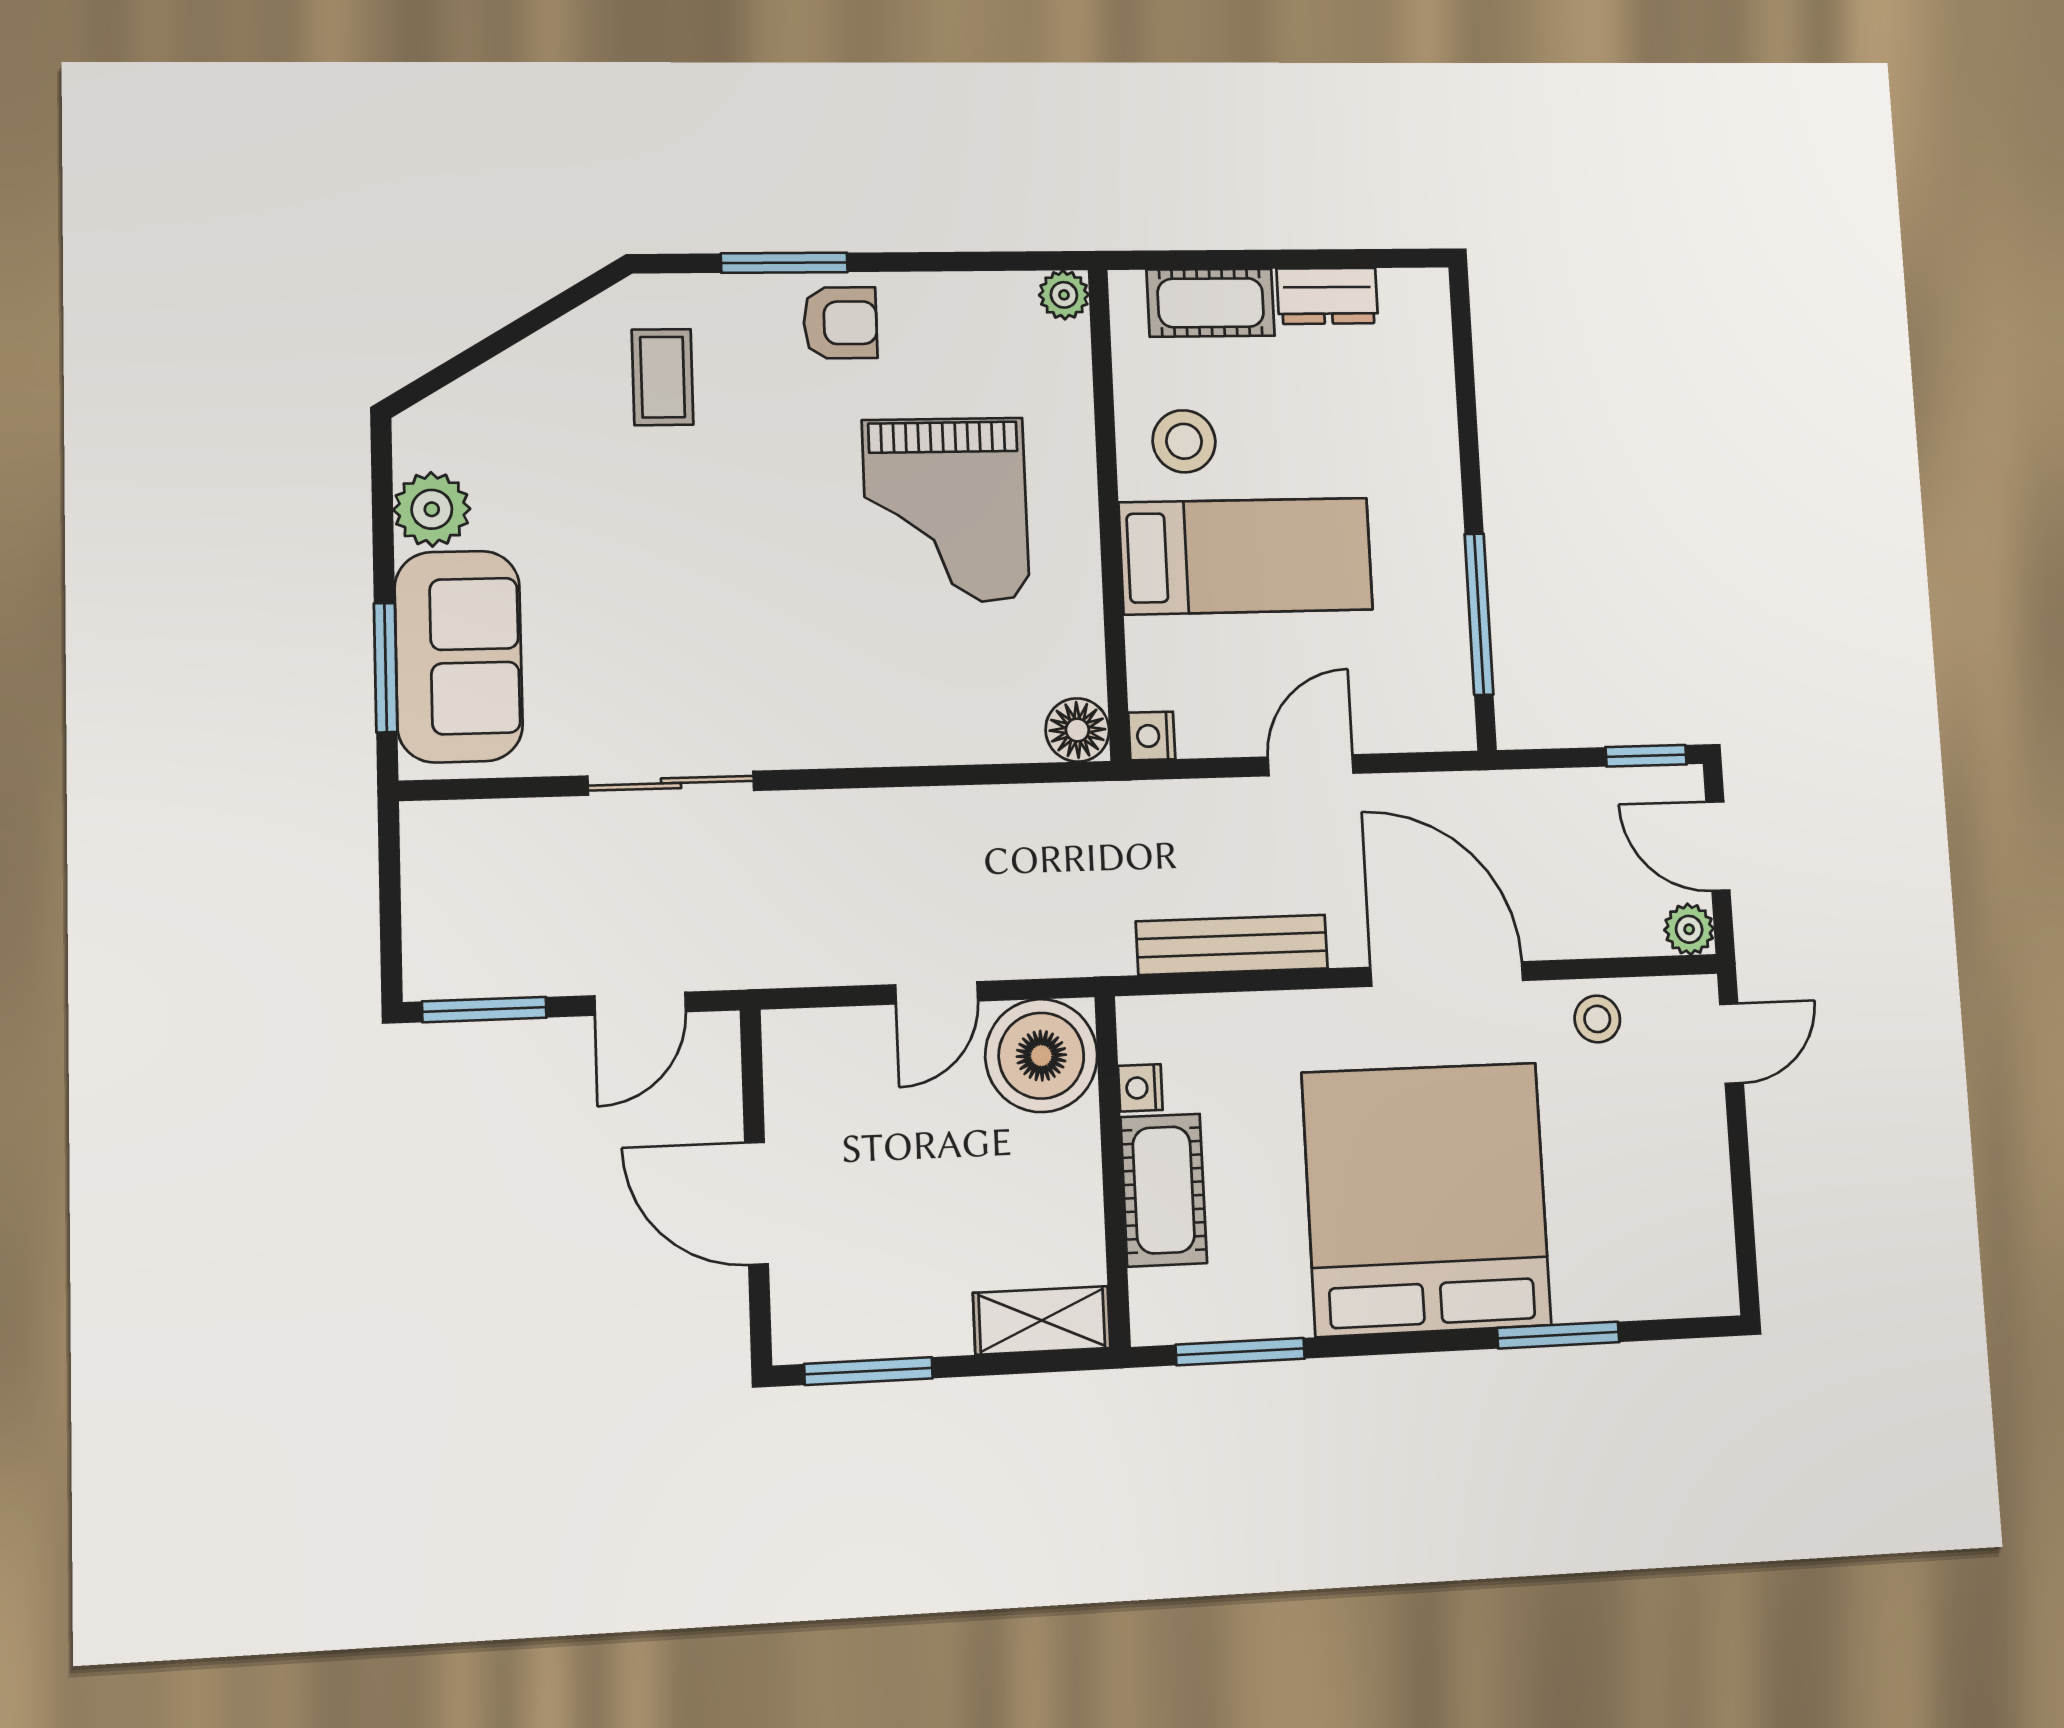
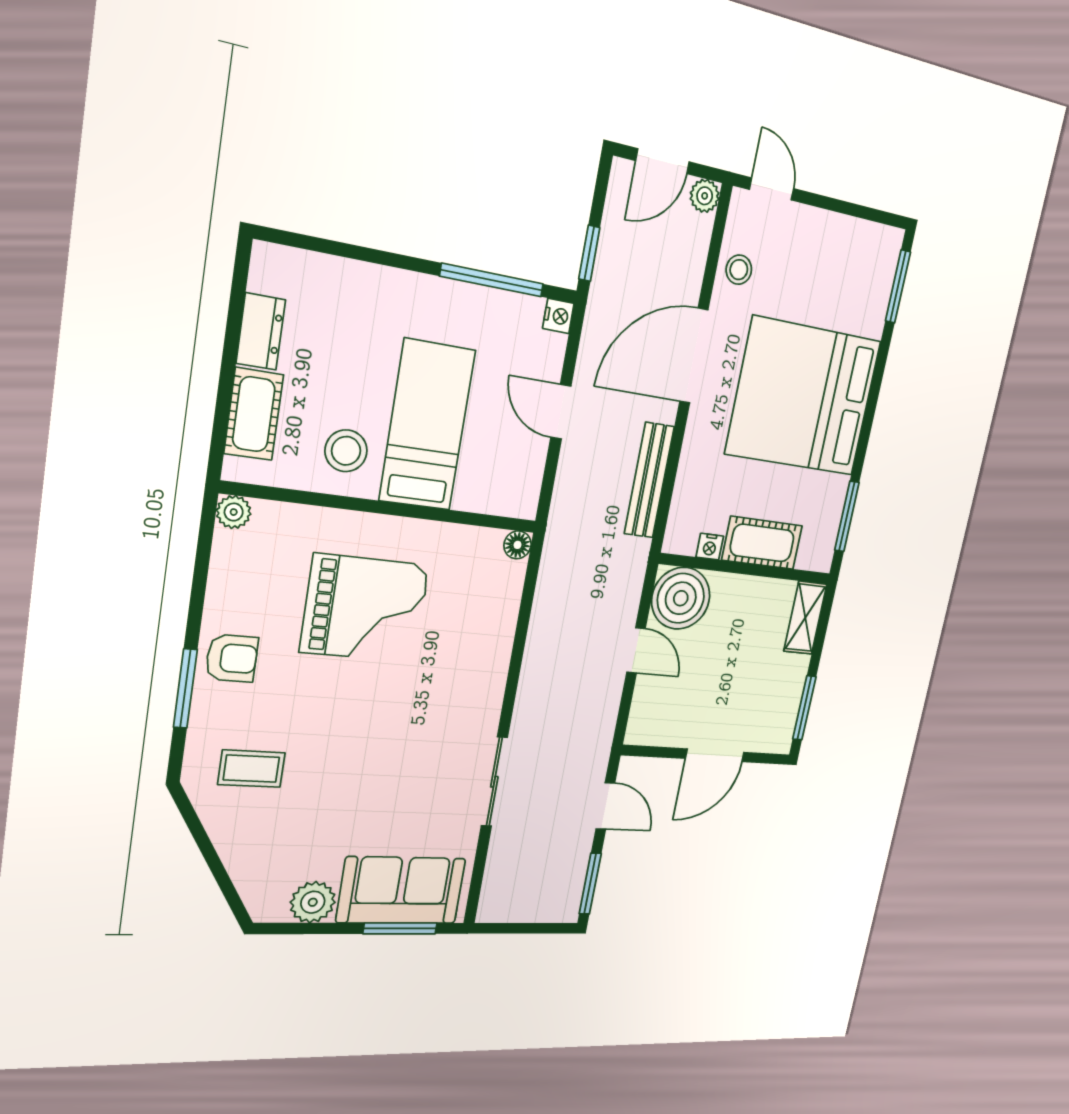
armchair: (840, 323) -> (232, 658), turned 90
floor lamp: (1077, 730) -> (518, 545), width x0.73, depth x0.73
nightstand: (1152, 736) -> (558, 316), moved, turned -90
window: (1646, 756) -> (589, 253), moved
window: (1558, 1335) -> (898, 286), moved

